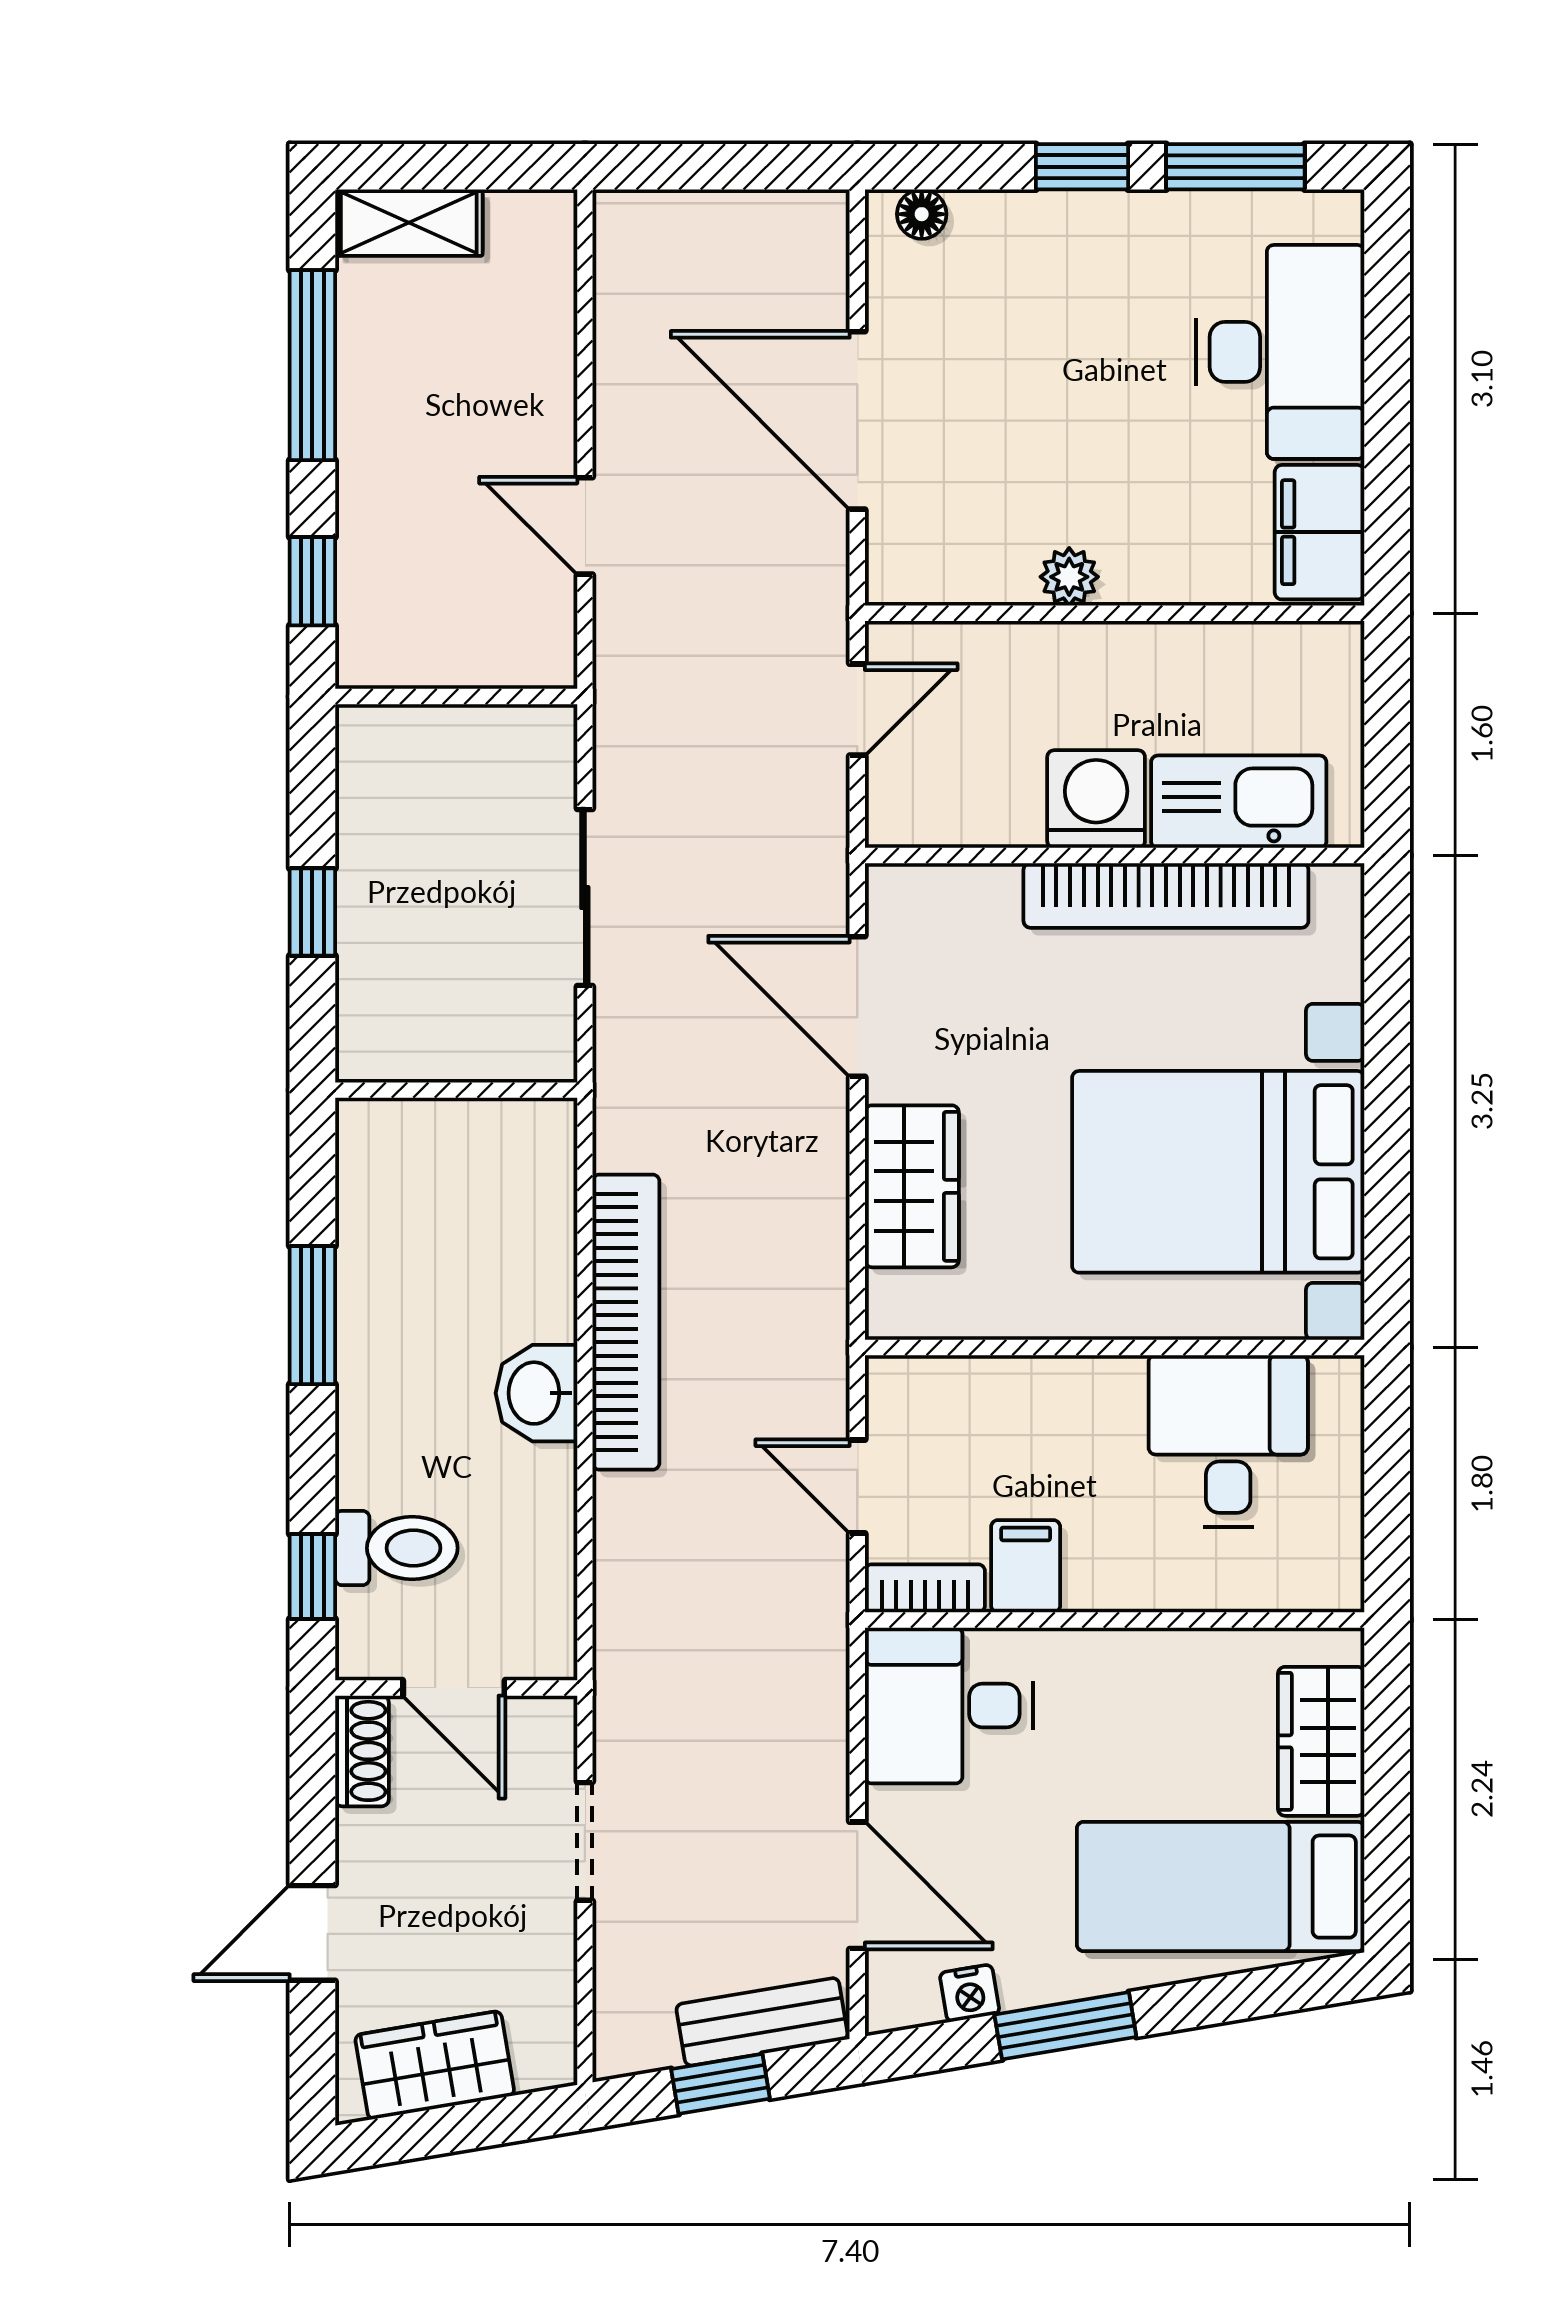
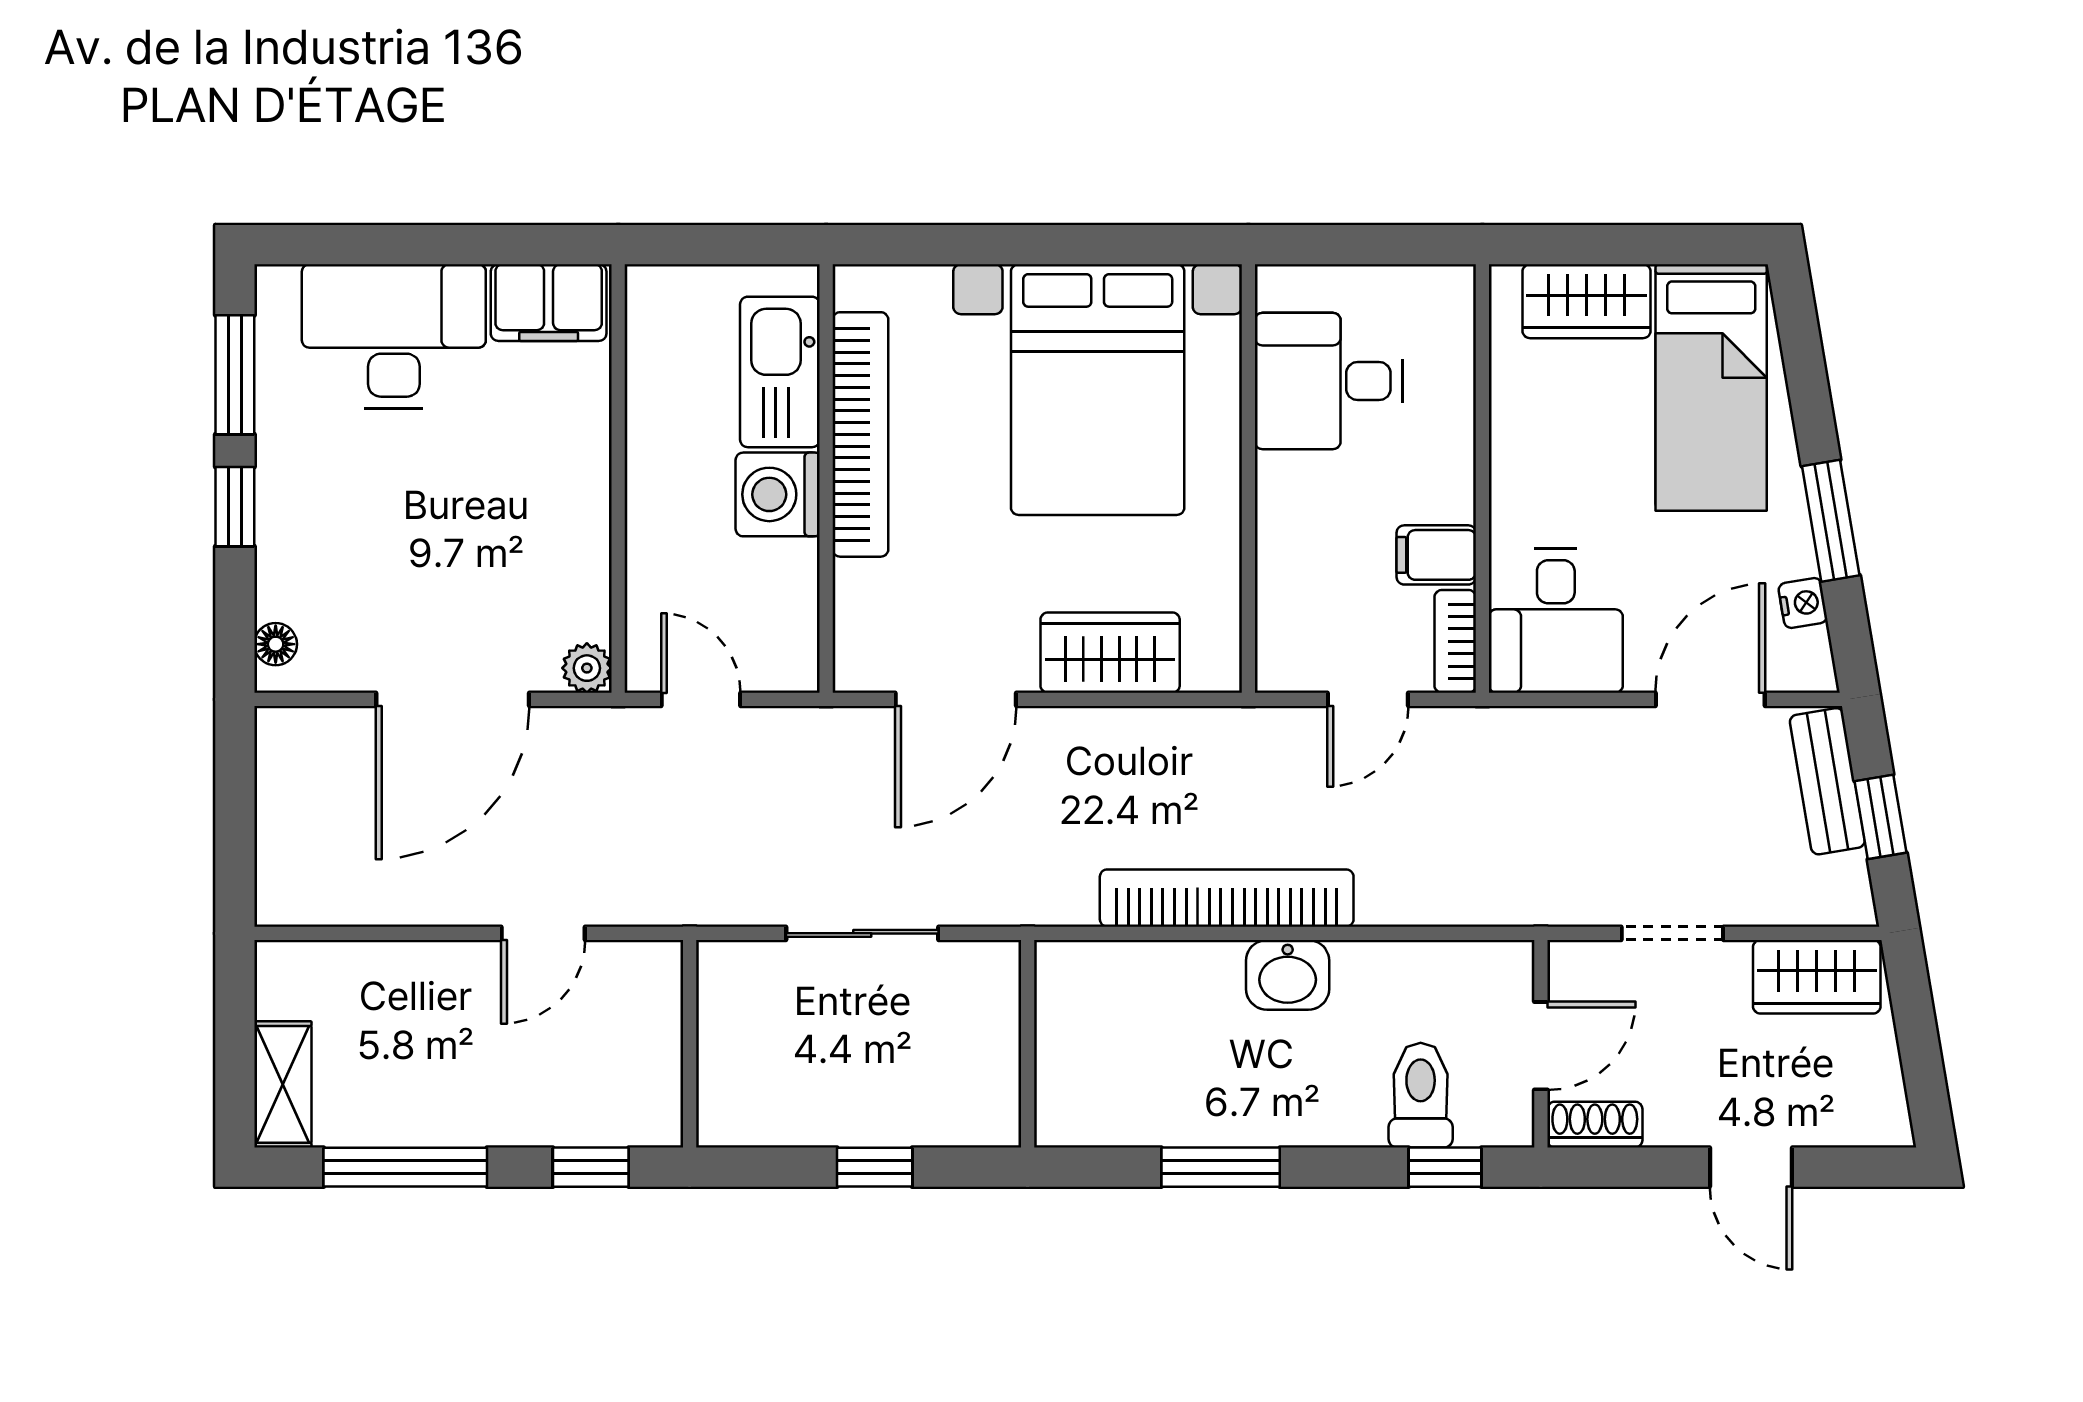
plant: (1069, 577) -> (587, 668), moved
wardrobe: (435, 2065) -> (1817, 977), moved, turned -80

